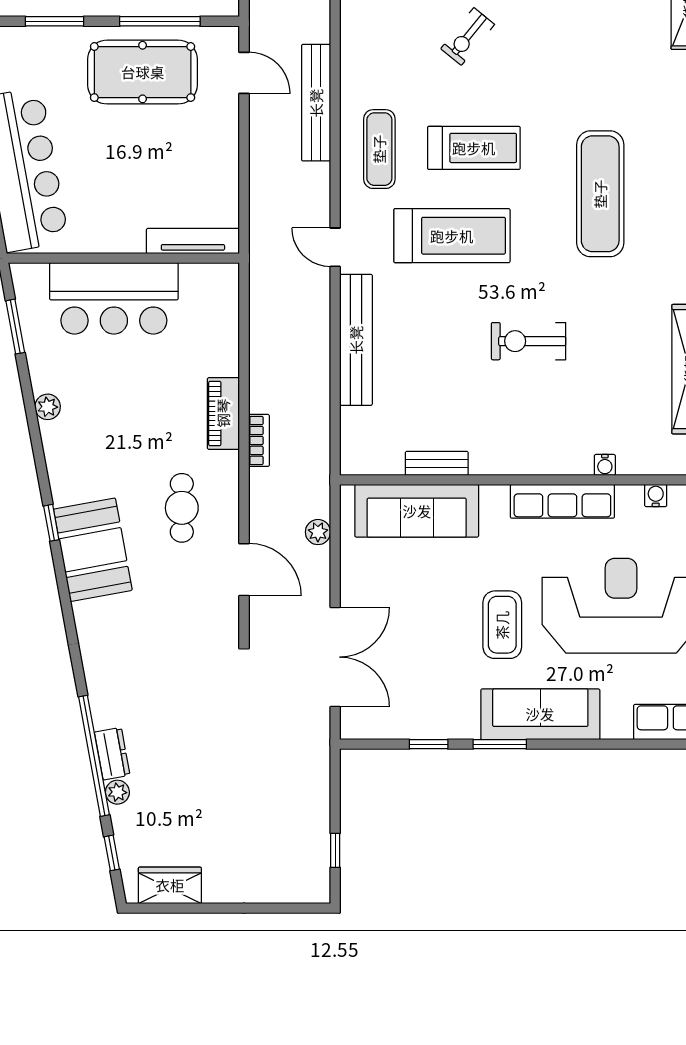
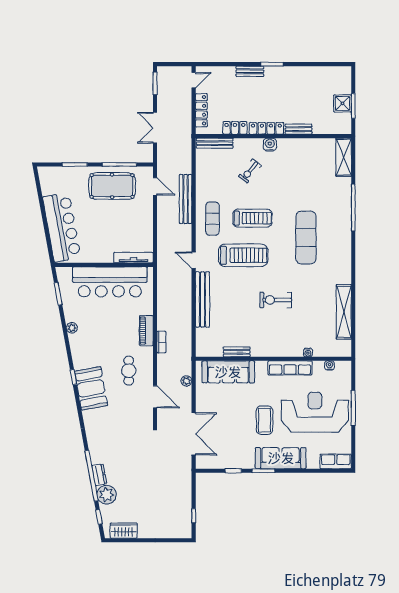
bar counter: (114, 298) -> (110, 282), width x1.36
plant: (117, 792) -> (107, 495), width x1.88, depth x1.88

